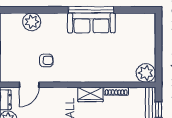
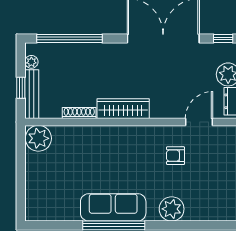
plant: (32, 22) -> (172, 209), moved
wardrobe: (90, 94) -> (123, 109), width x1.50

